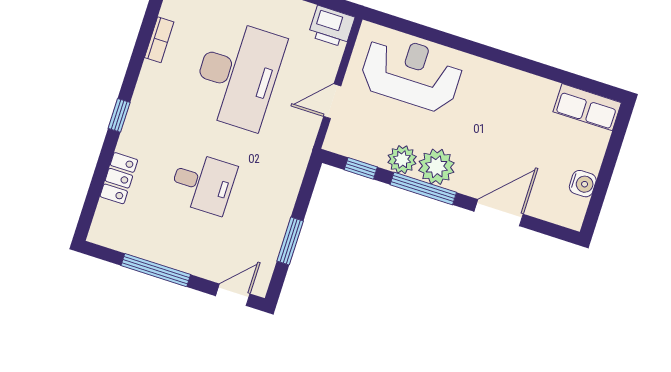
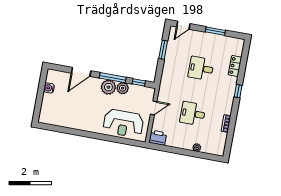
desk: (238, 75) -> (193, 114), width x0.53, depth x0.77
row of seats: (587, 107) -> (51, 119), removed
window: (156, 270) -> (215, 31), width x0.69

